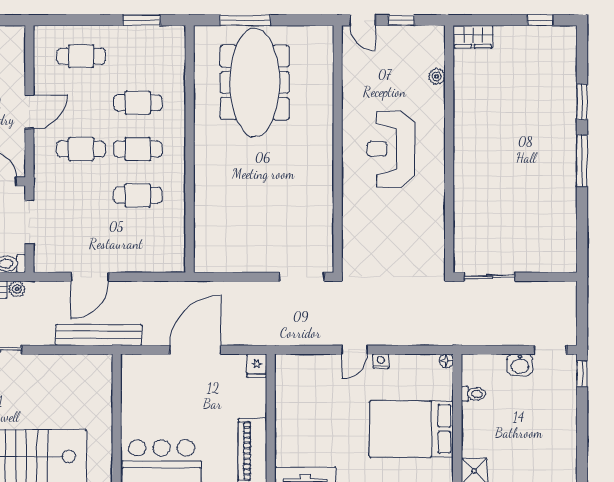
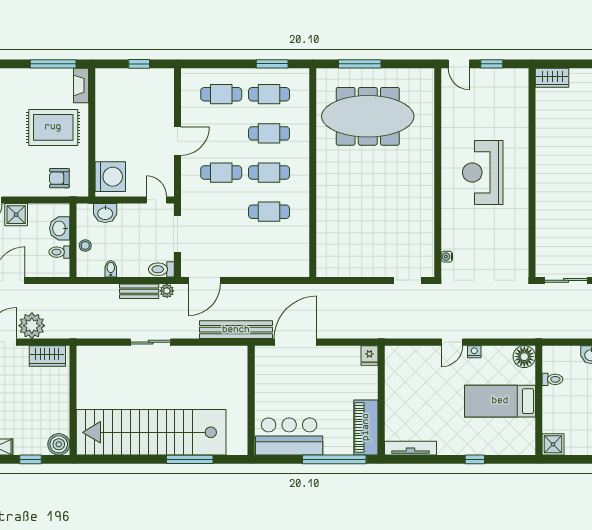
cafe table: (138, 56) -> (269, 94), added
plant: (437, 76) -> (521, 111), removed
meeting table: (255, 82) -> (368, 116), turned 90
water cooler: (348, 249) -> (447, 257), added
door: (90, 277) -> (204, 280), moved
doorway: (302, 277) -> (407, 280), width x0.73
door: (195, 350) -> (296, 342), moved
floor lamp: (446, 361) -> (524, 357), width x1.89, depth x1.89
bed: (411, 429) -> (500, 401), width x0.67

